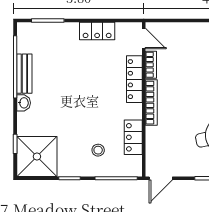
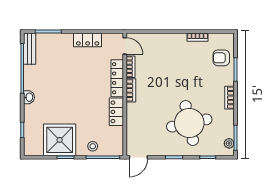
bench: (24, 74) -> (30, 49), moved
bookcase: (151, 103) -> (131, 90), width x0.64
locker: (133, 137) -> (116, 112), moved
stool: (98, 150) -> (93, 146), moved
shower: (37, 157) -> (60, 140), moved

